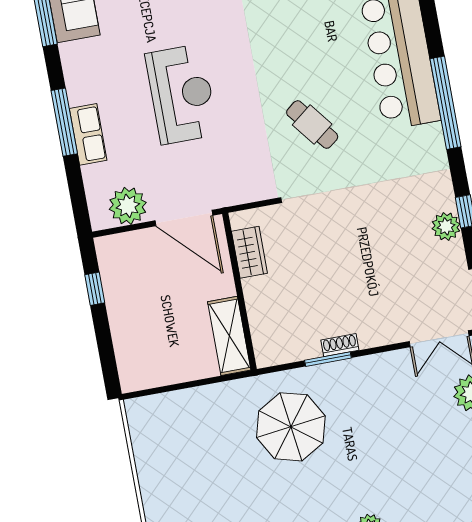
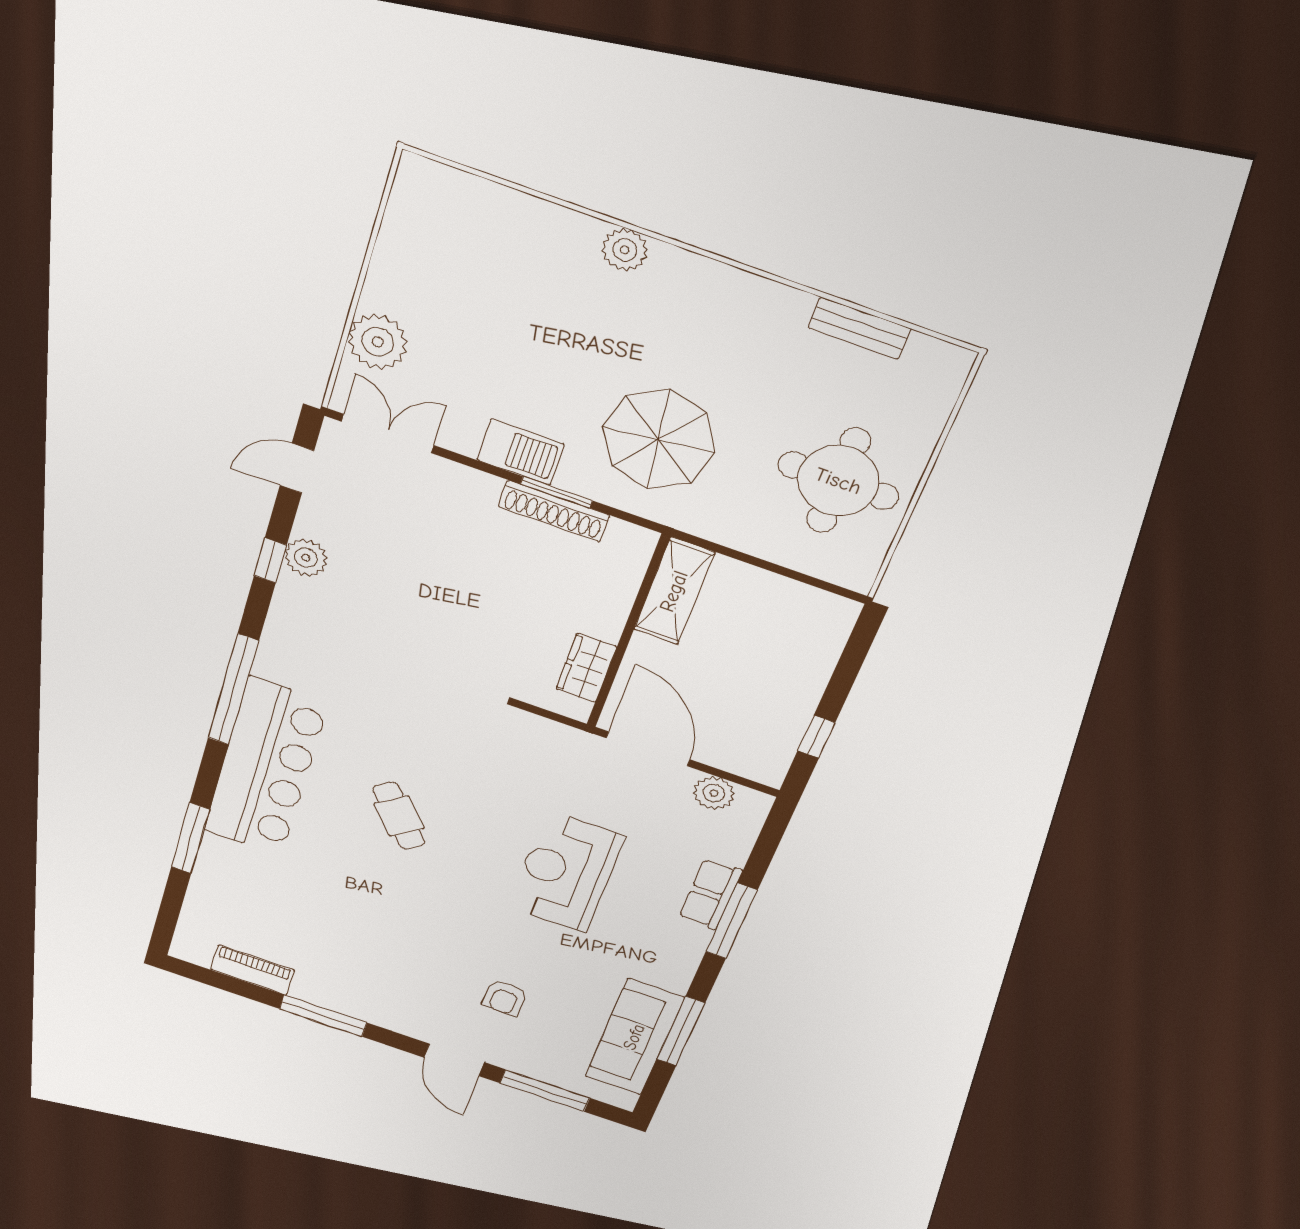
cafe table: (312, 125) -> (399, 816), moved
plant: (128, 206) -> (714, 793), width x0.73, depth x0.73
shoe rack: (340, 345) -> (554, 511), width x1.94, depth x1.24
barbecue: (361, 372) -> (520, 452), added
round table: (182, 461) -> (838, 481), added

